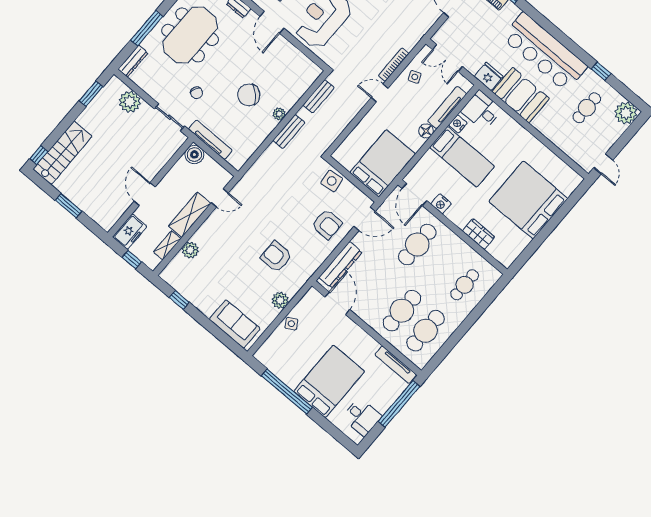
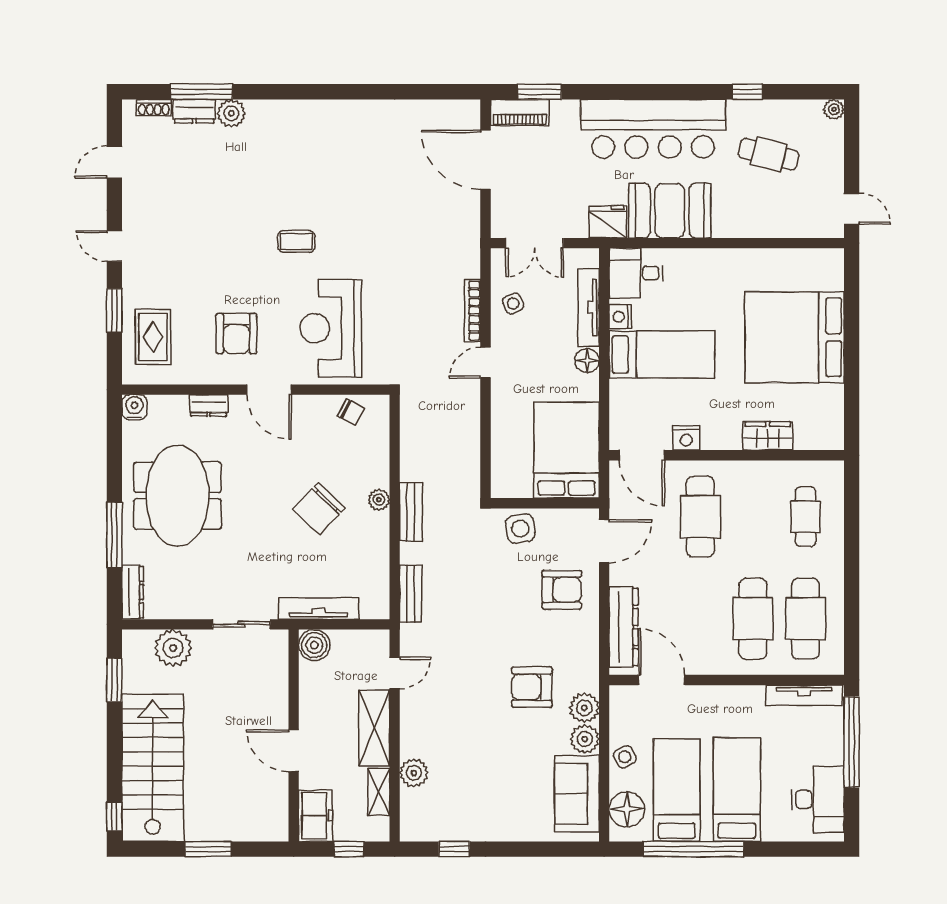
chair: (197, 93) -> (351, 412), moved
bench: (319, 96) -> (411, 594), moved
cafe table: (587, 108) -> (769, 154), turned -76
plant: (626, 113) -> (834, 109), width x0.53, depth x0.53
stairs: (63, 153) -> (153, 768), width x1.36, depth x1.51
plant: (292, 286) -> (584, 708), added
sofa: (235, 324) -> (577, 794), moved, turned -90
floor lamp: (272, 348) -> (627, 809), added
bed: (302, 359) -> (677, 790), added
bed: (329, 381) -> (737, 790), width x0.67
desk: (362, 417) -> (818, 799), width x1.37

